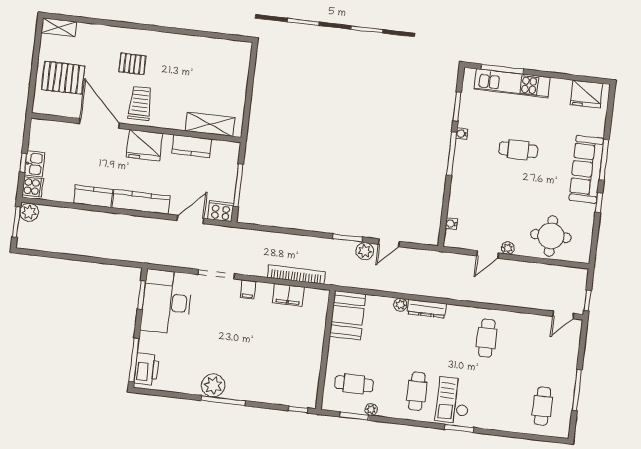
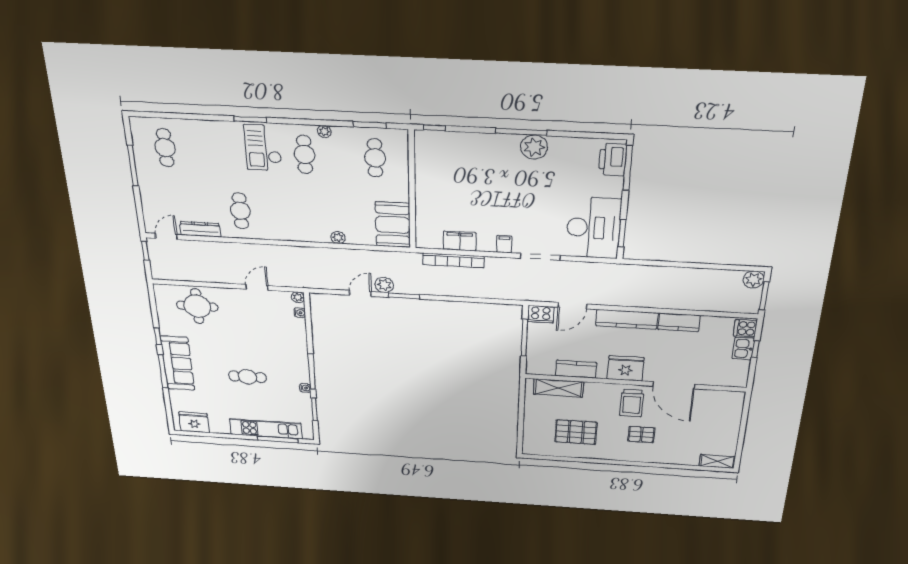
pallet: (63, 78) -> (576, 432), moved
plant: (29, 212) -> (754, 280), moved
plant: (508, 248) -> (298, 297), moved
dresser: (427, 309) -> (200, 229), moved
cafe table: (354, 384) -> (375, 158), turned 90
checkout: (453, 400) -> (263, 148), turned 180
plant: (371, 410) -> (324, 131), moved

